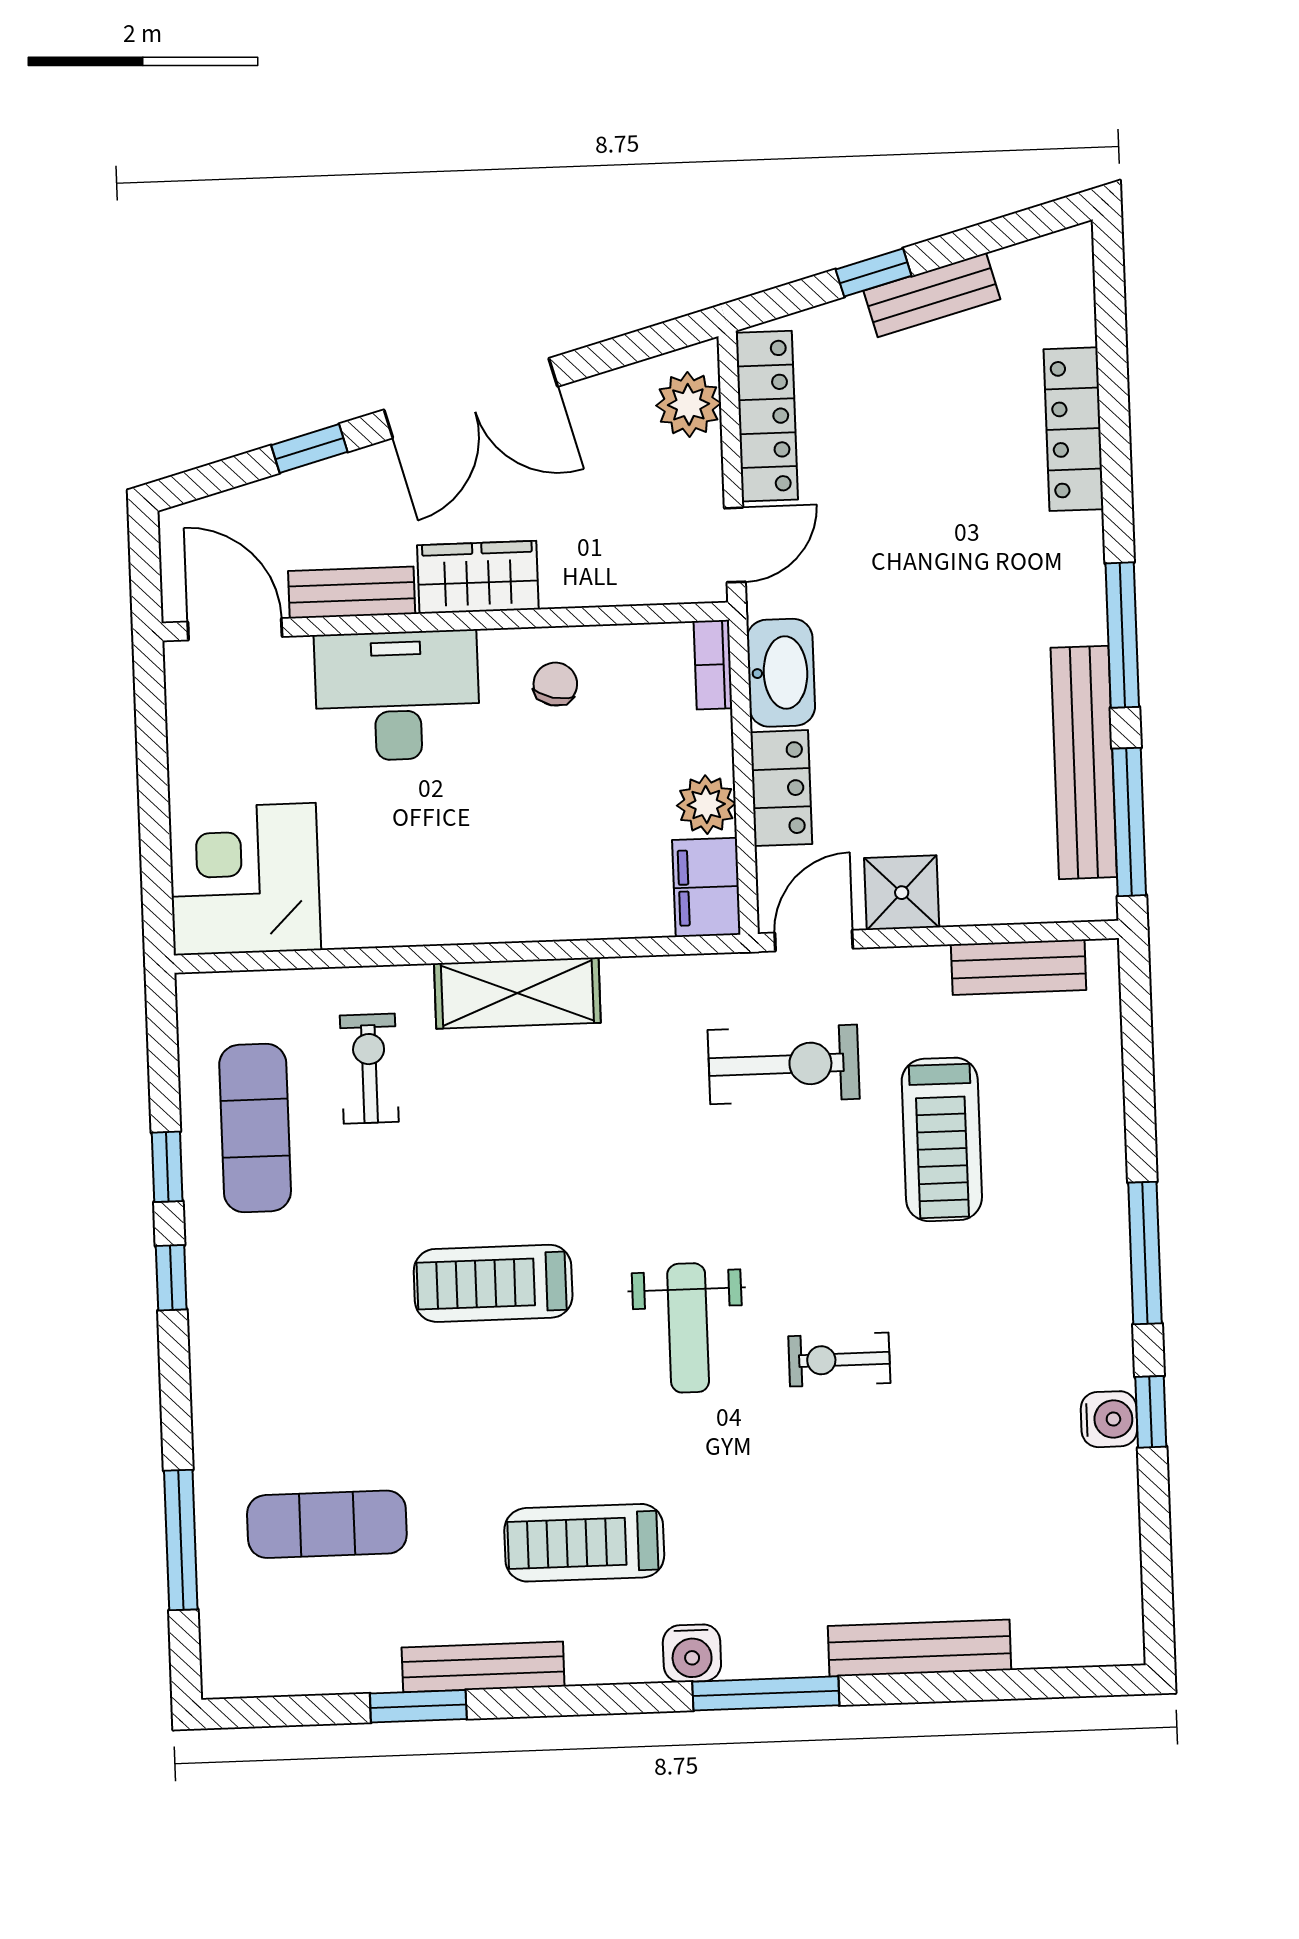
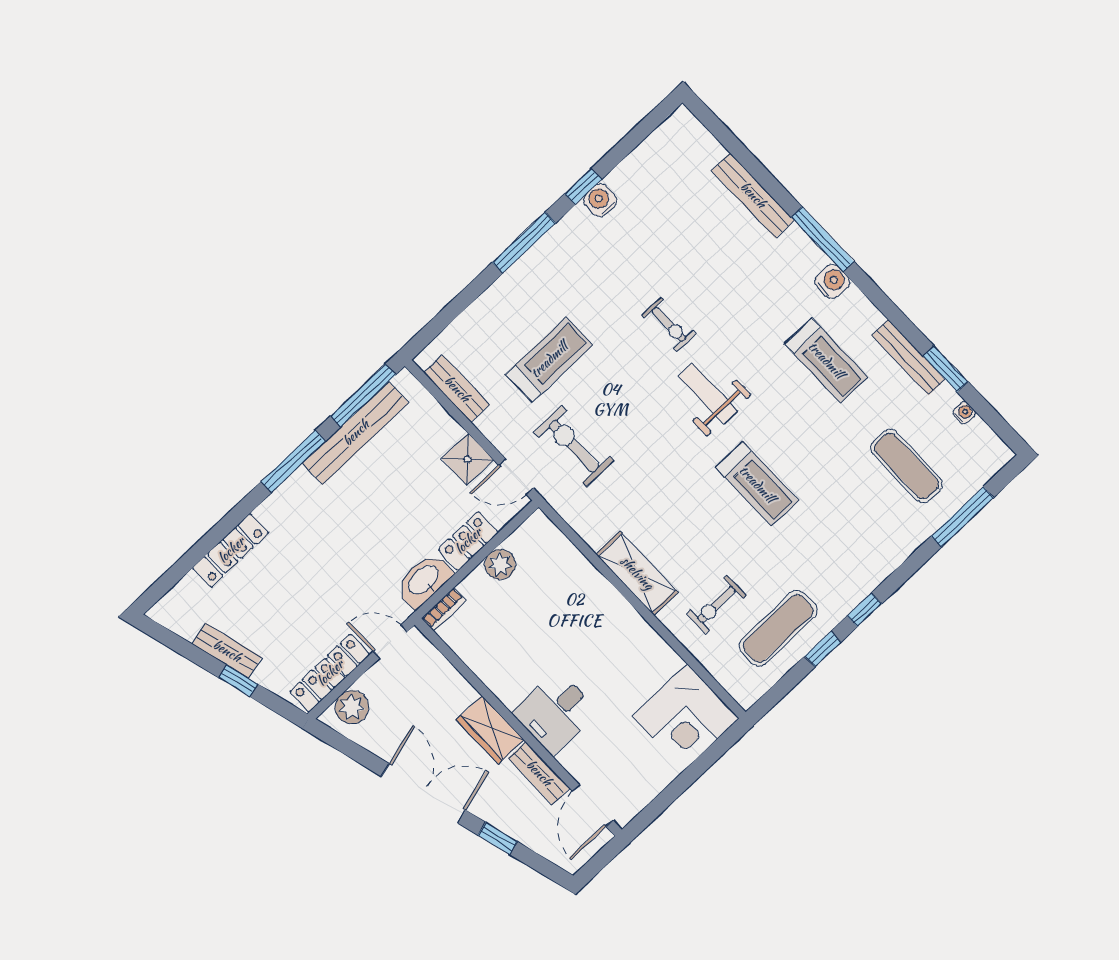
chair: (555, 684) -> (505, 663), removed
desk: (397, 696) -> (555, 712), width x0.73
filing cabinet: (706, 887) -> (532, 536), removed
weight bench: (688, 1328) -> (708, 393), turned -90
water cooler: (331, 1677) -> (964, 413), added

